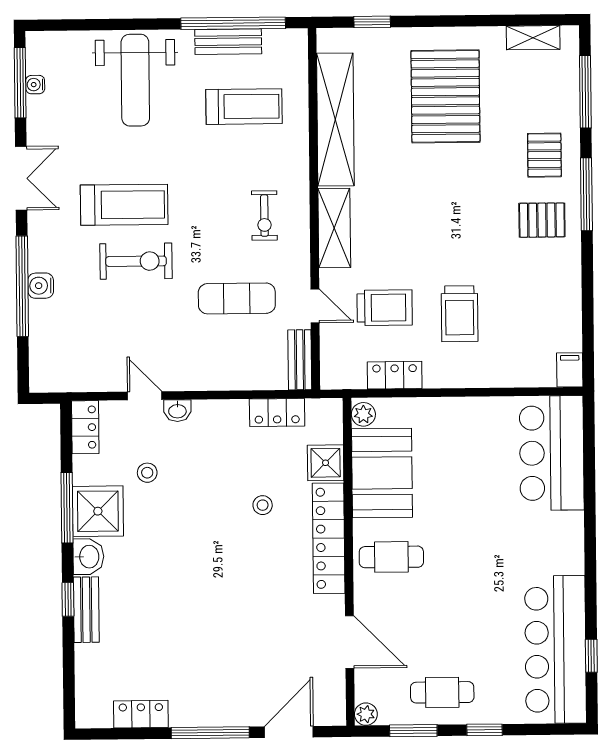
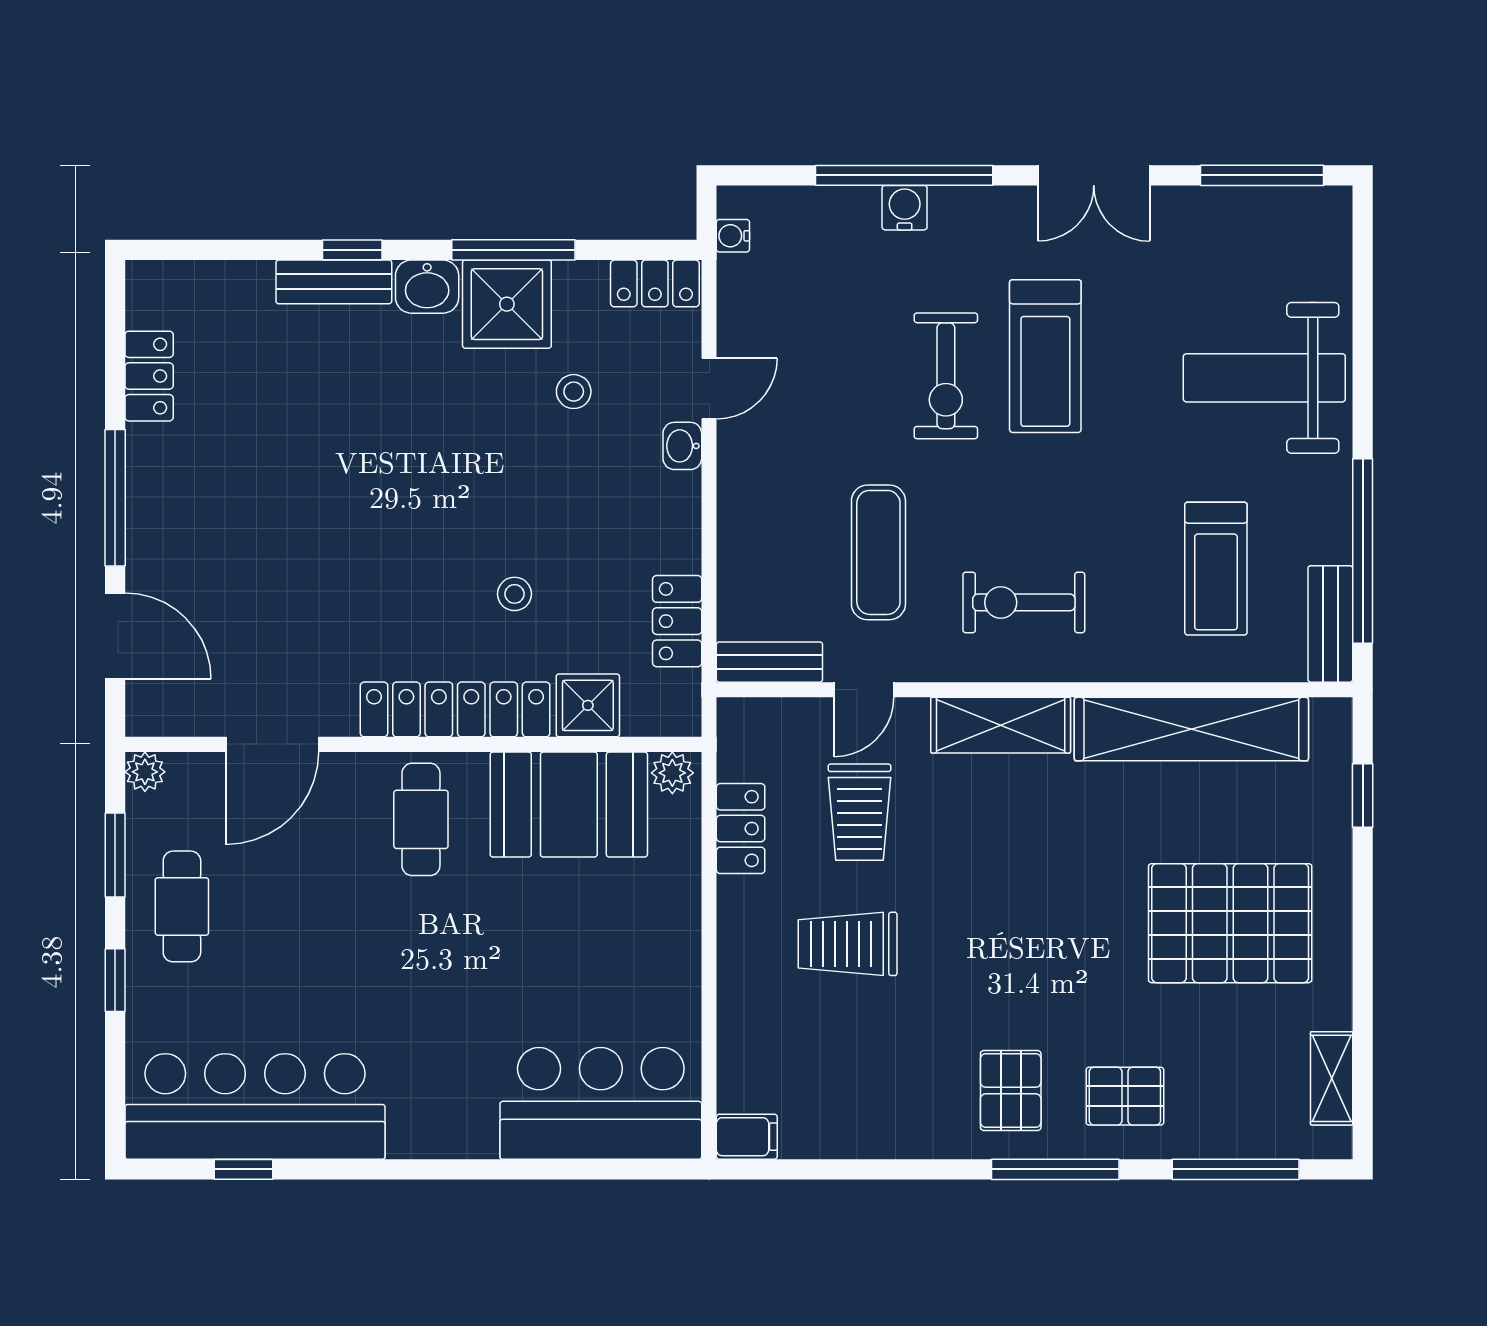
bench: (228, 42) -> (1330, 624), moved
water cooler: (35, 85) -> (733, 236), moved, turned -90
exercise bike: (264, 216) -> (1024, 602), width x1.38, depth x1.39

